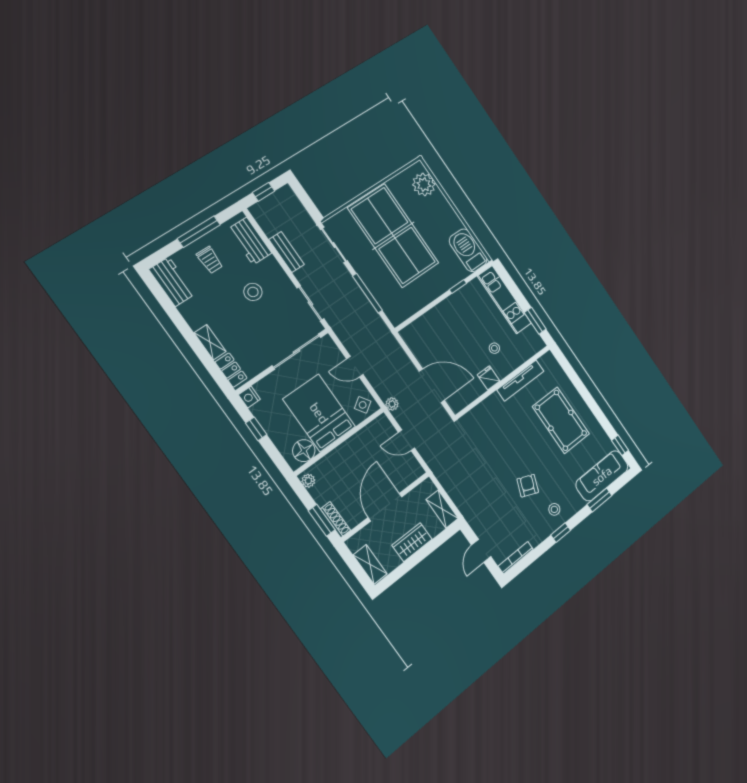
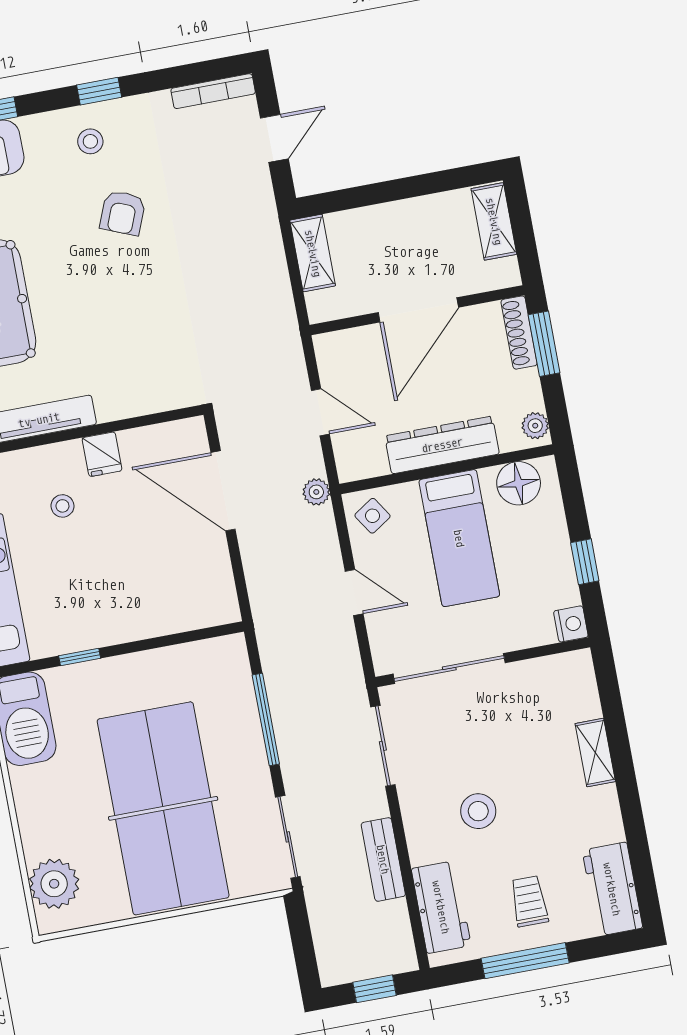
locker: (231, 370) -> (581, 687), removed
bed: (319, 413) -> (459, 538), width x0.67
dresser: (347, 451) -> (442, 445), added
wardrobe: (412, 542) -> (398, 221), removed

